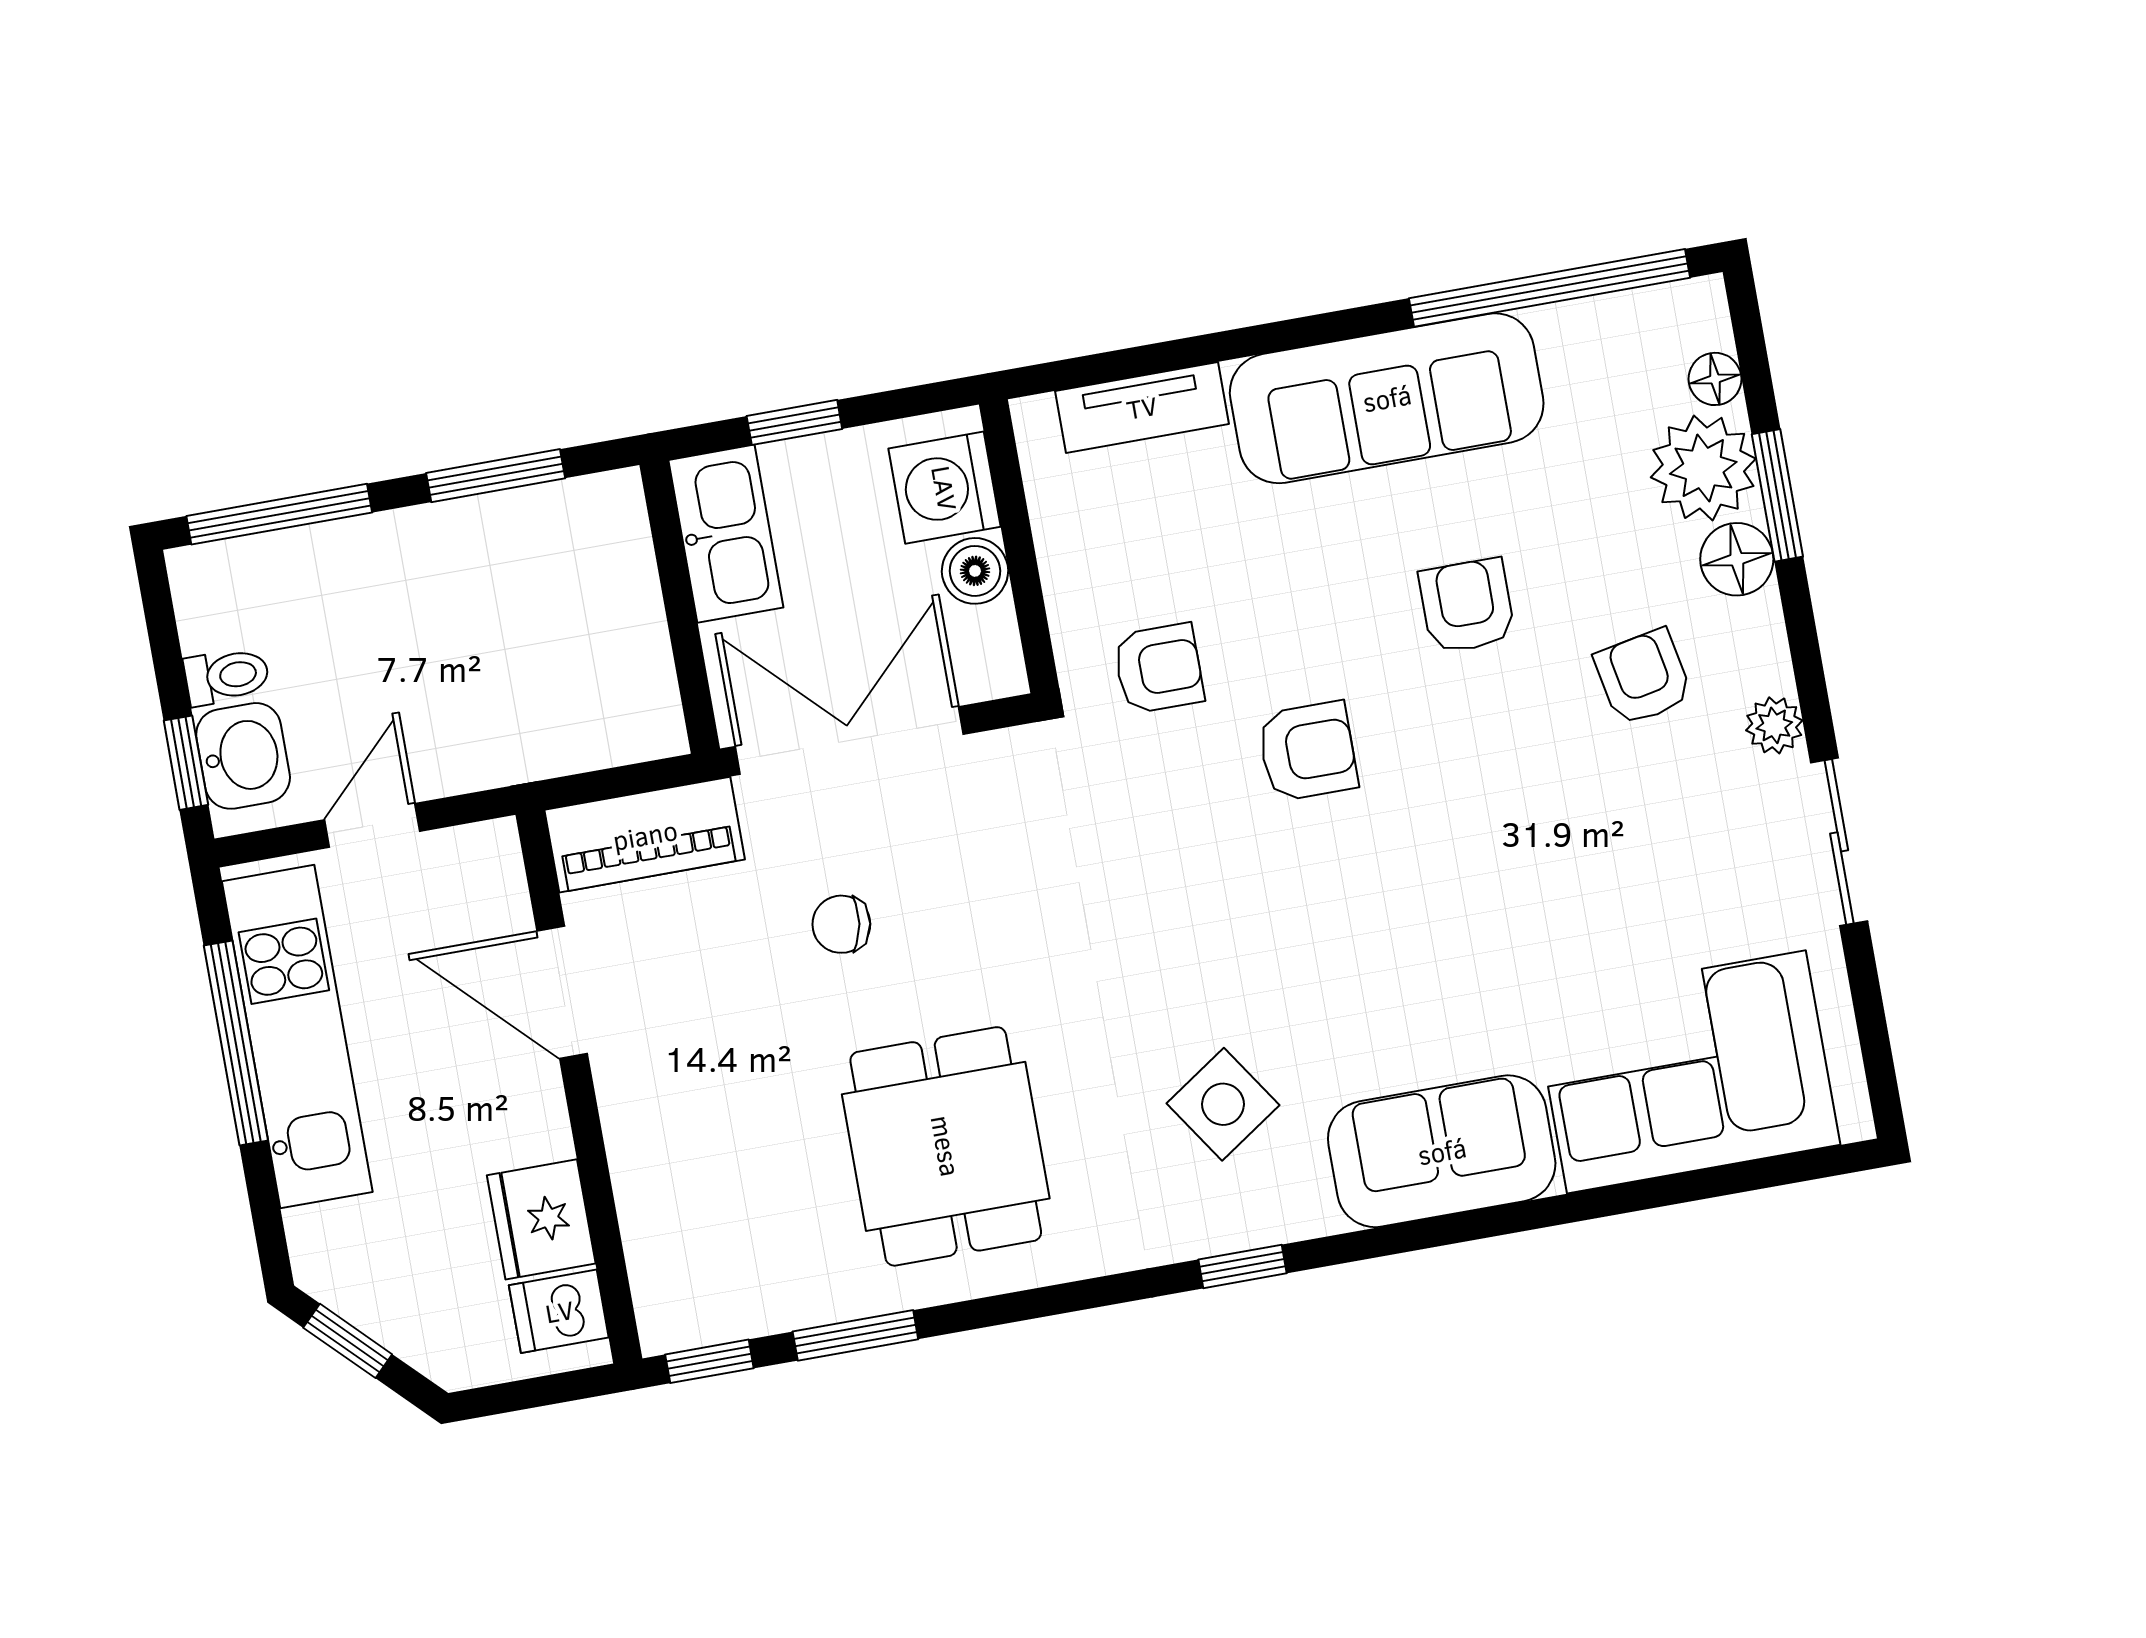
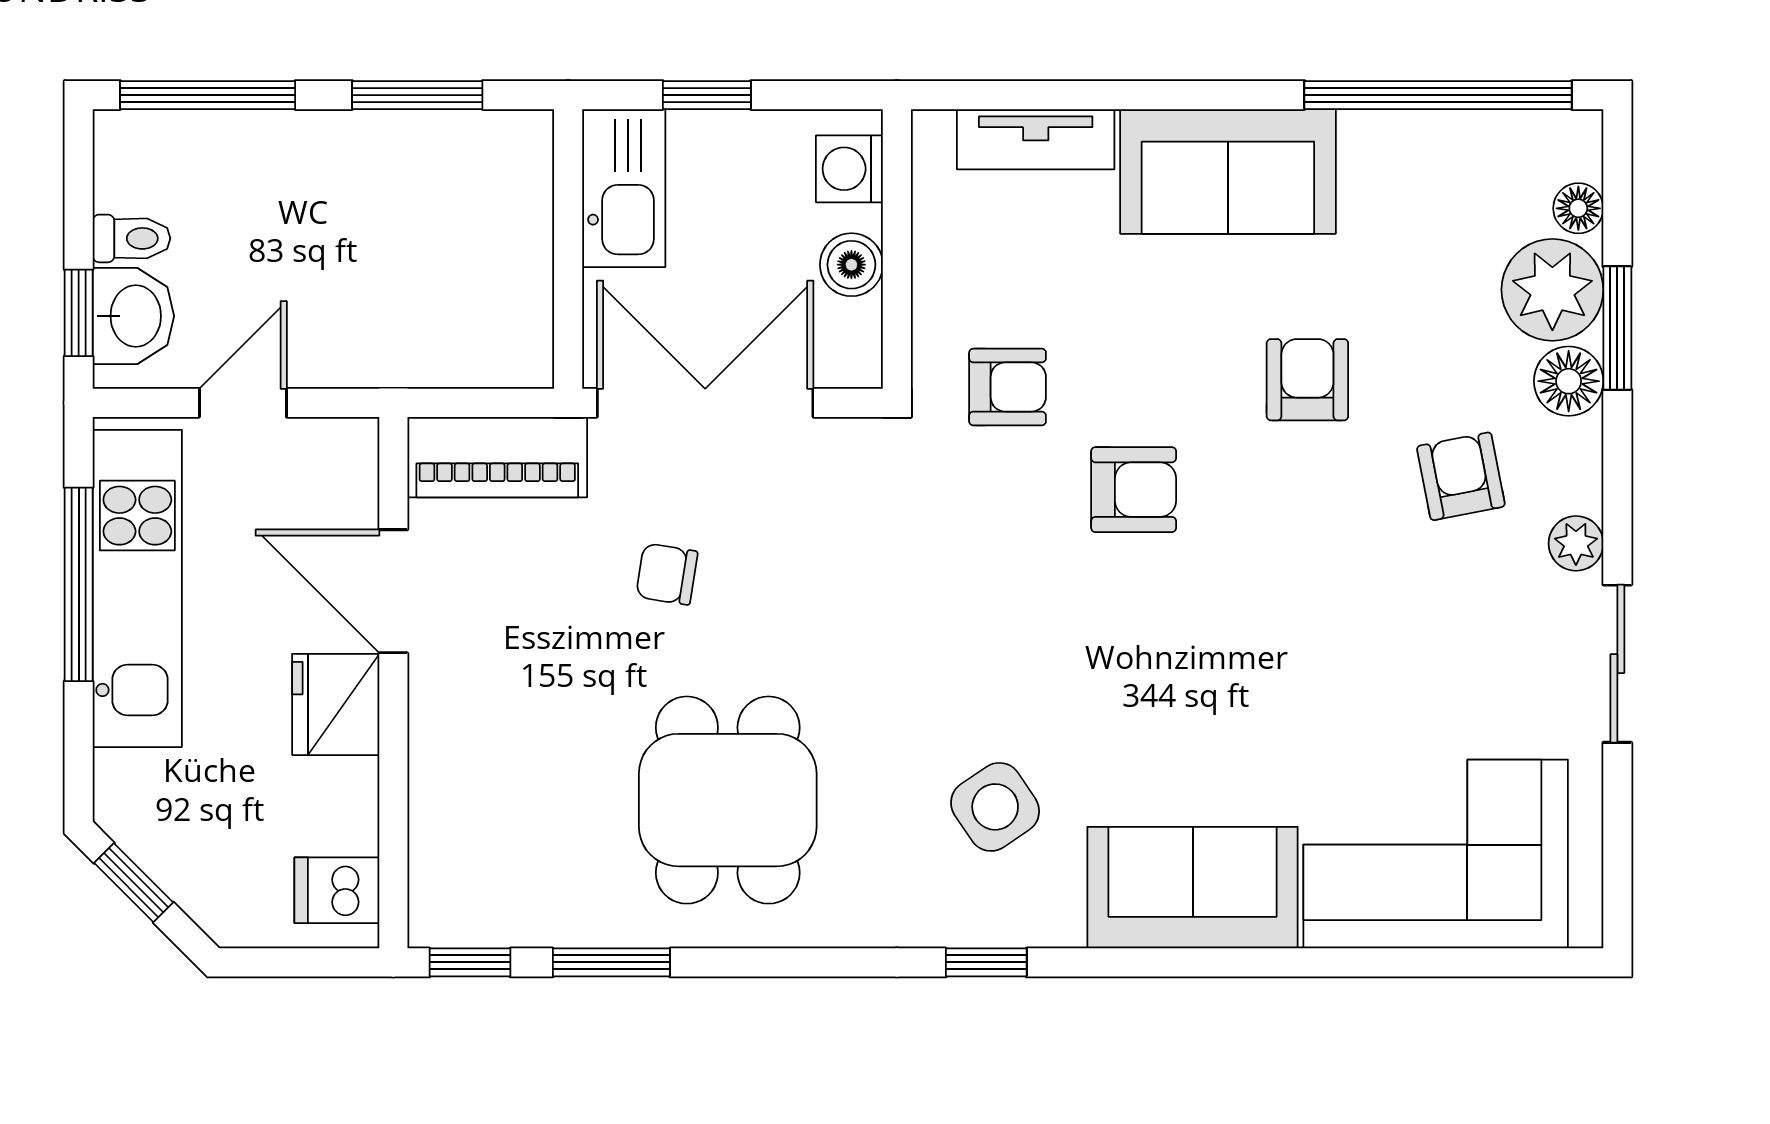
sofa: (1387, 398) -> (1228, 171), width x0.73
washing machine: (945, 488) -> (849, 169), width x0.73, depth x0.73
fridge: (541, 1219) -> (336, 704), moved

